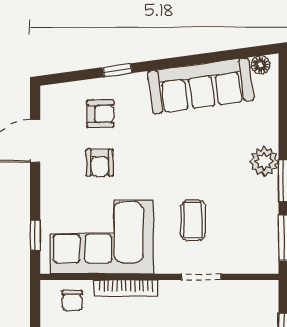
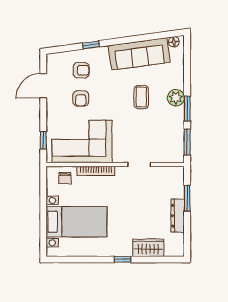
coffee table: (193, 220) -> (141, 97), moved

